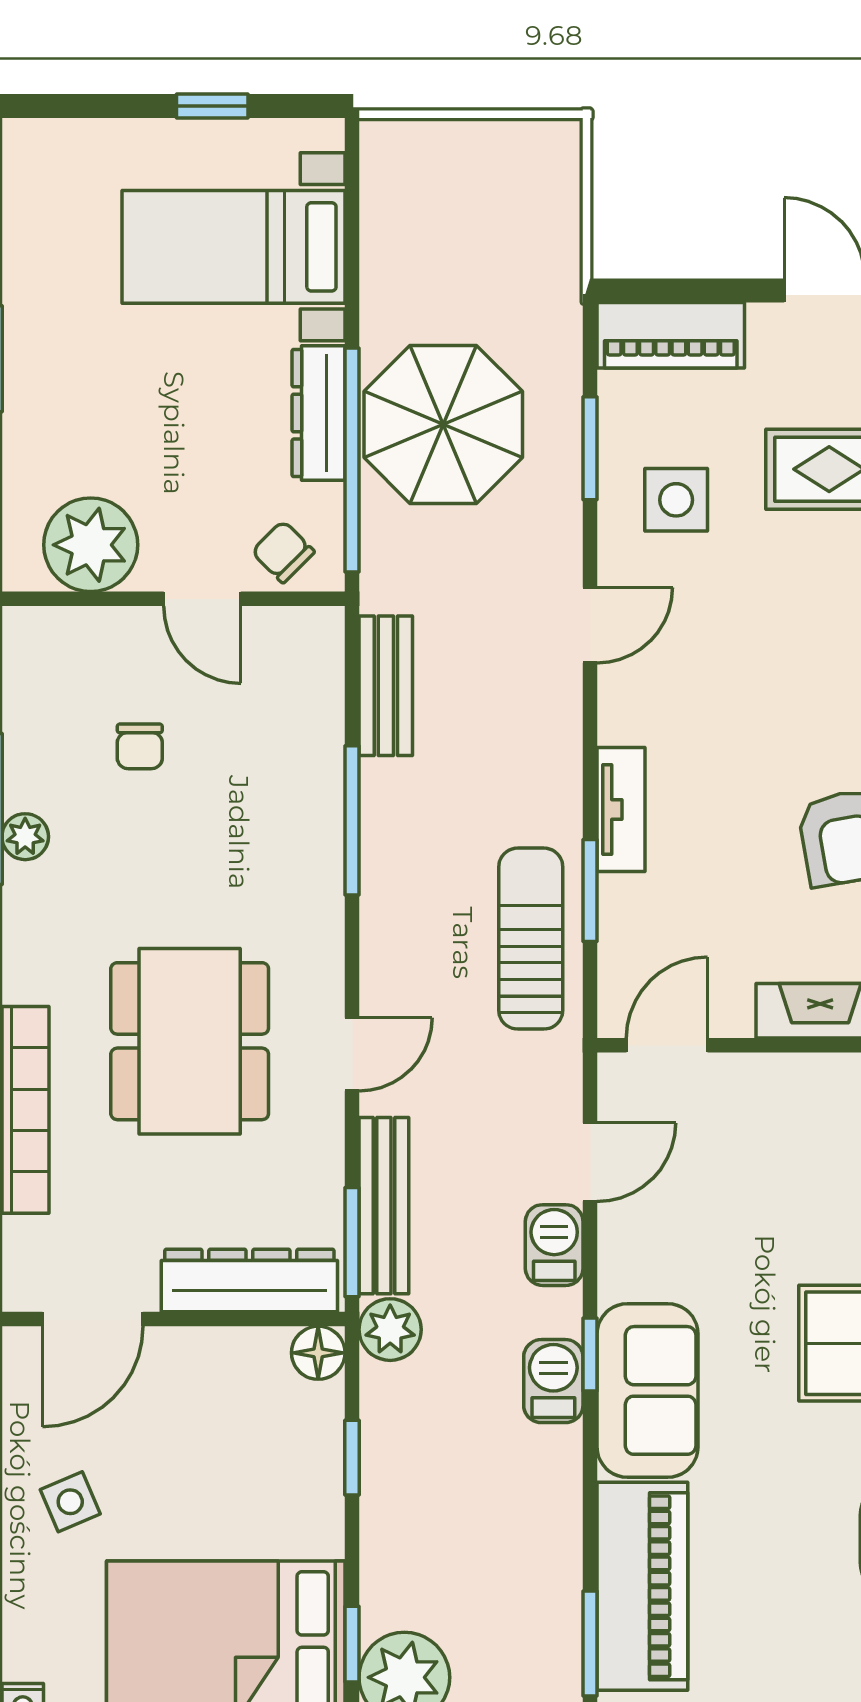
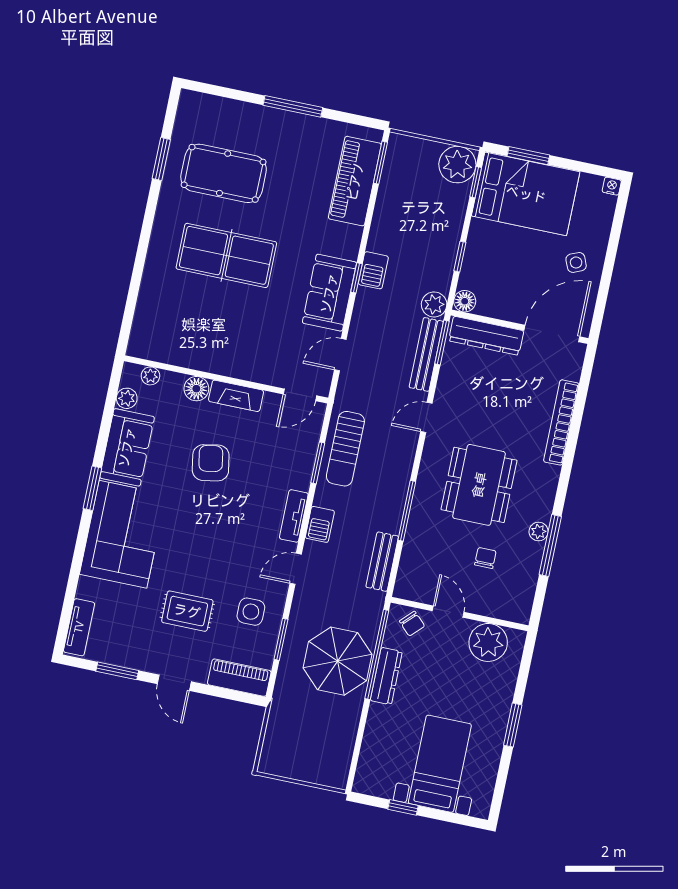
bed with nightstands: (233, 247) -> (440, 764), moved, turned -90
tv unit: (621, 810) -> (294, 516), moved
dining table: (190, 1041) -> (479, 485), moved
barbecue: (554, 1245) -> (320, 524), moved
door: (93, 1319) -> (552, 333), width x1.36
sofa: (648, 1390) -> (329, 293), moved

